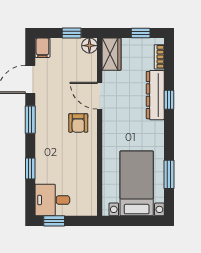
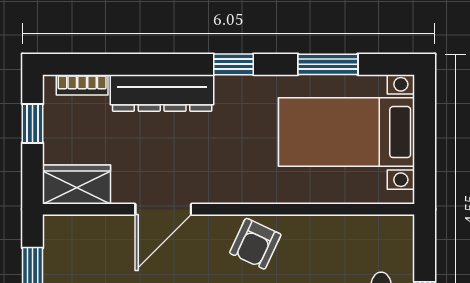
floor lamp: (89, 46) -> (59, 230), removed
window: (169, 100) -> (234, 64), moved
armchair: (78, 123) -> (255, 244), moved, turned 115

